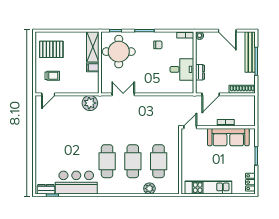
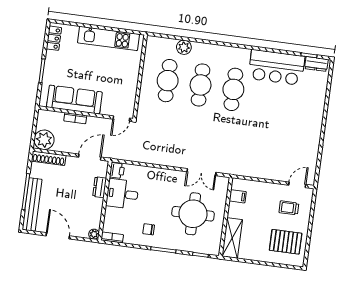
round table: (119, 52) -> (193, 214), moved
filing cabinet: (93, 67) -> (238, 196), moved
printer: (188, 87) -> (117, 171), added
plant: (90, 103) -> (44, 140), moved

